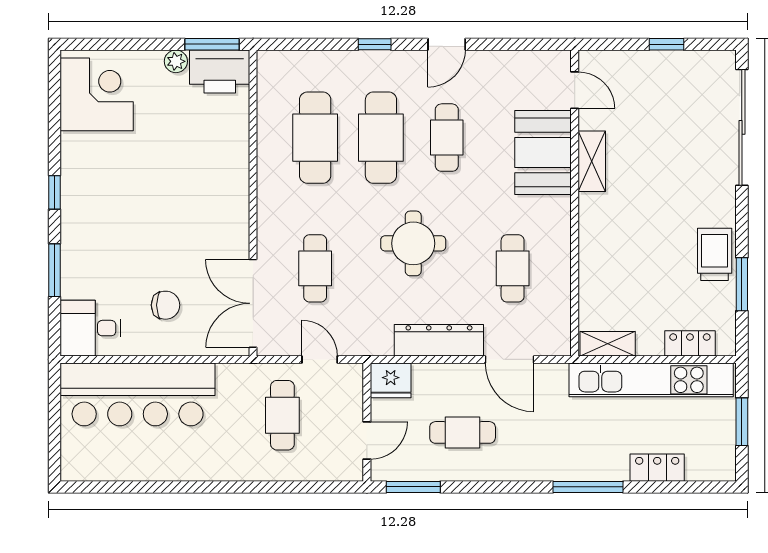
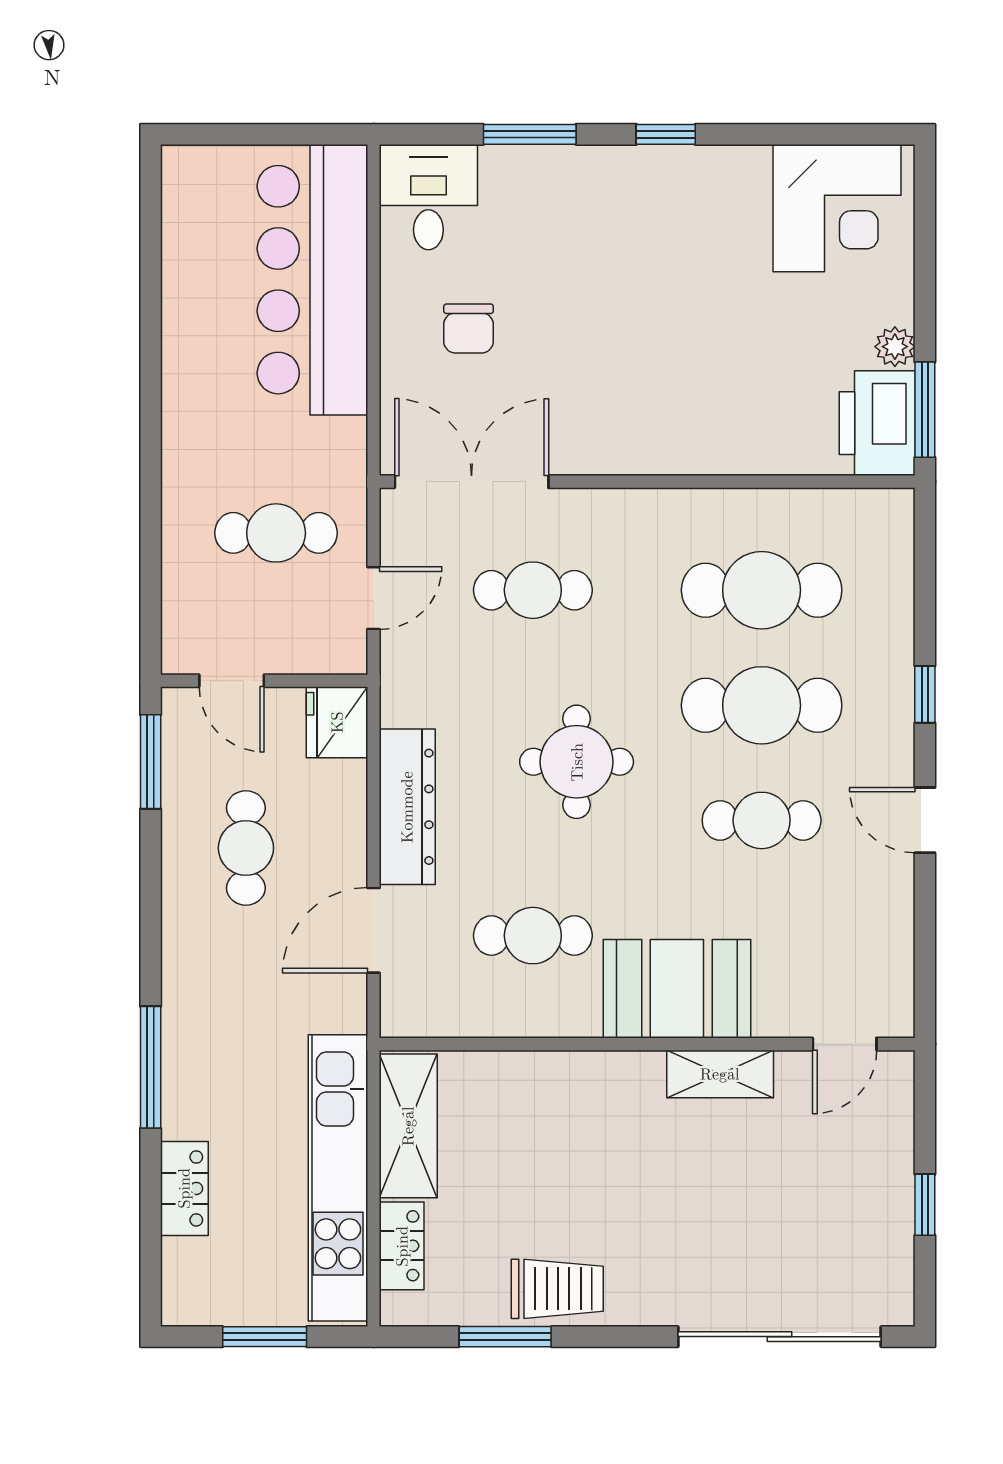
booth: (543, 153) -> (677, 989), moved
shelving: (608, 344) -> (408, 1126), width x1.50, depth x1.33

